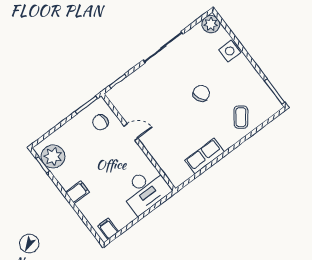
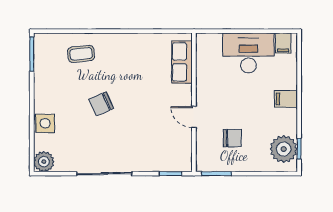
coffee table: (241, 117) -> (81, 54), turned 47
chair: (100, 122) -> (232, 138), moved
row of seats: (204, 156) -> (182, 62), moved, turned 90
desk: (145, 190) -> (248, 53), moved

